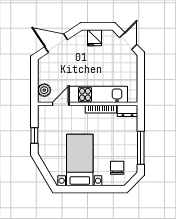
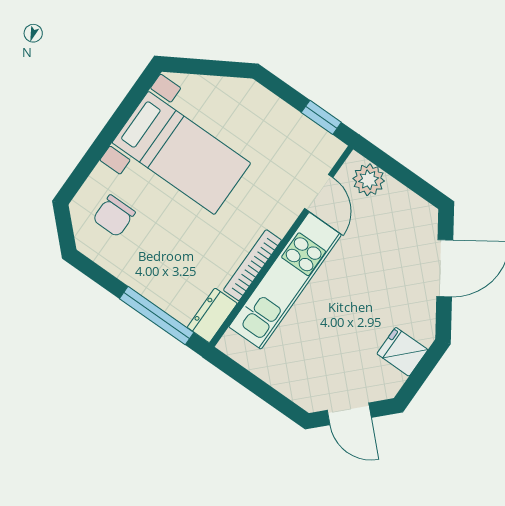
window: (34, 135) -> (321, 117), moved
window: (141, 148) -> (157, 316), moved
chair: (117, 168) -> (114, 216), turned 90

